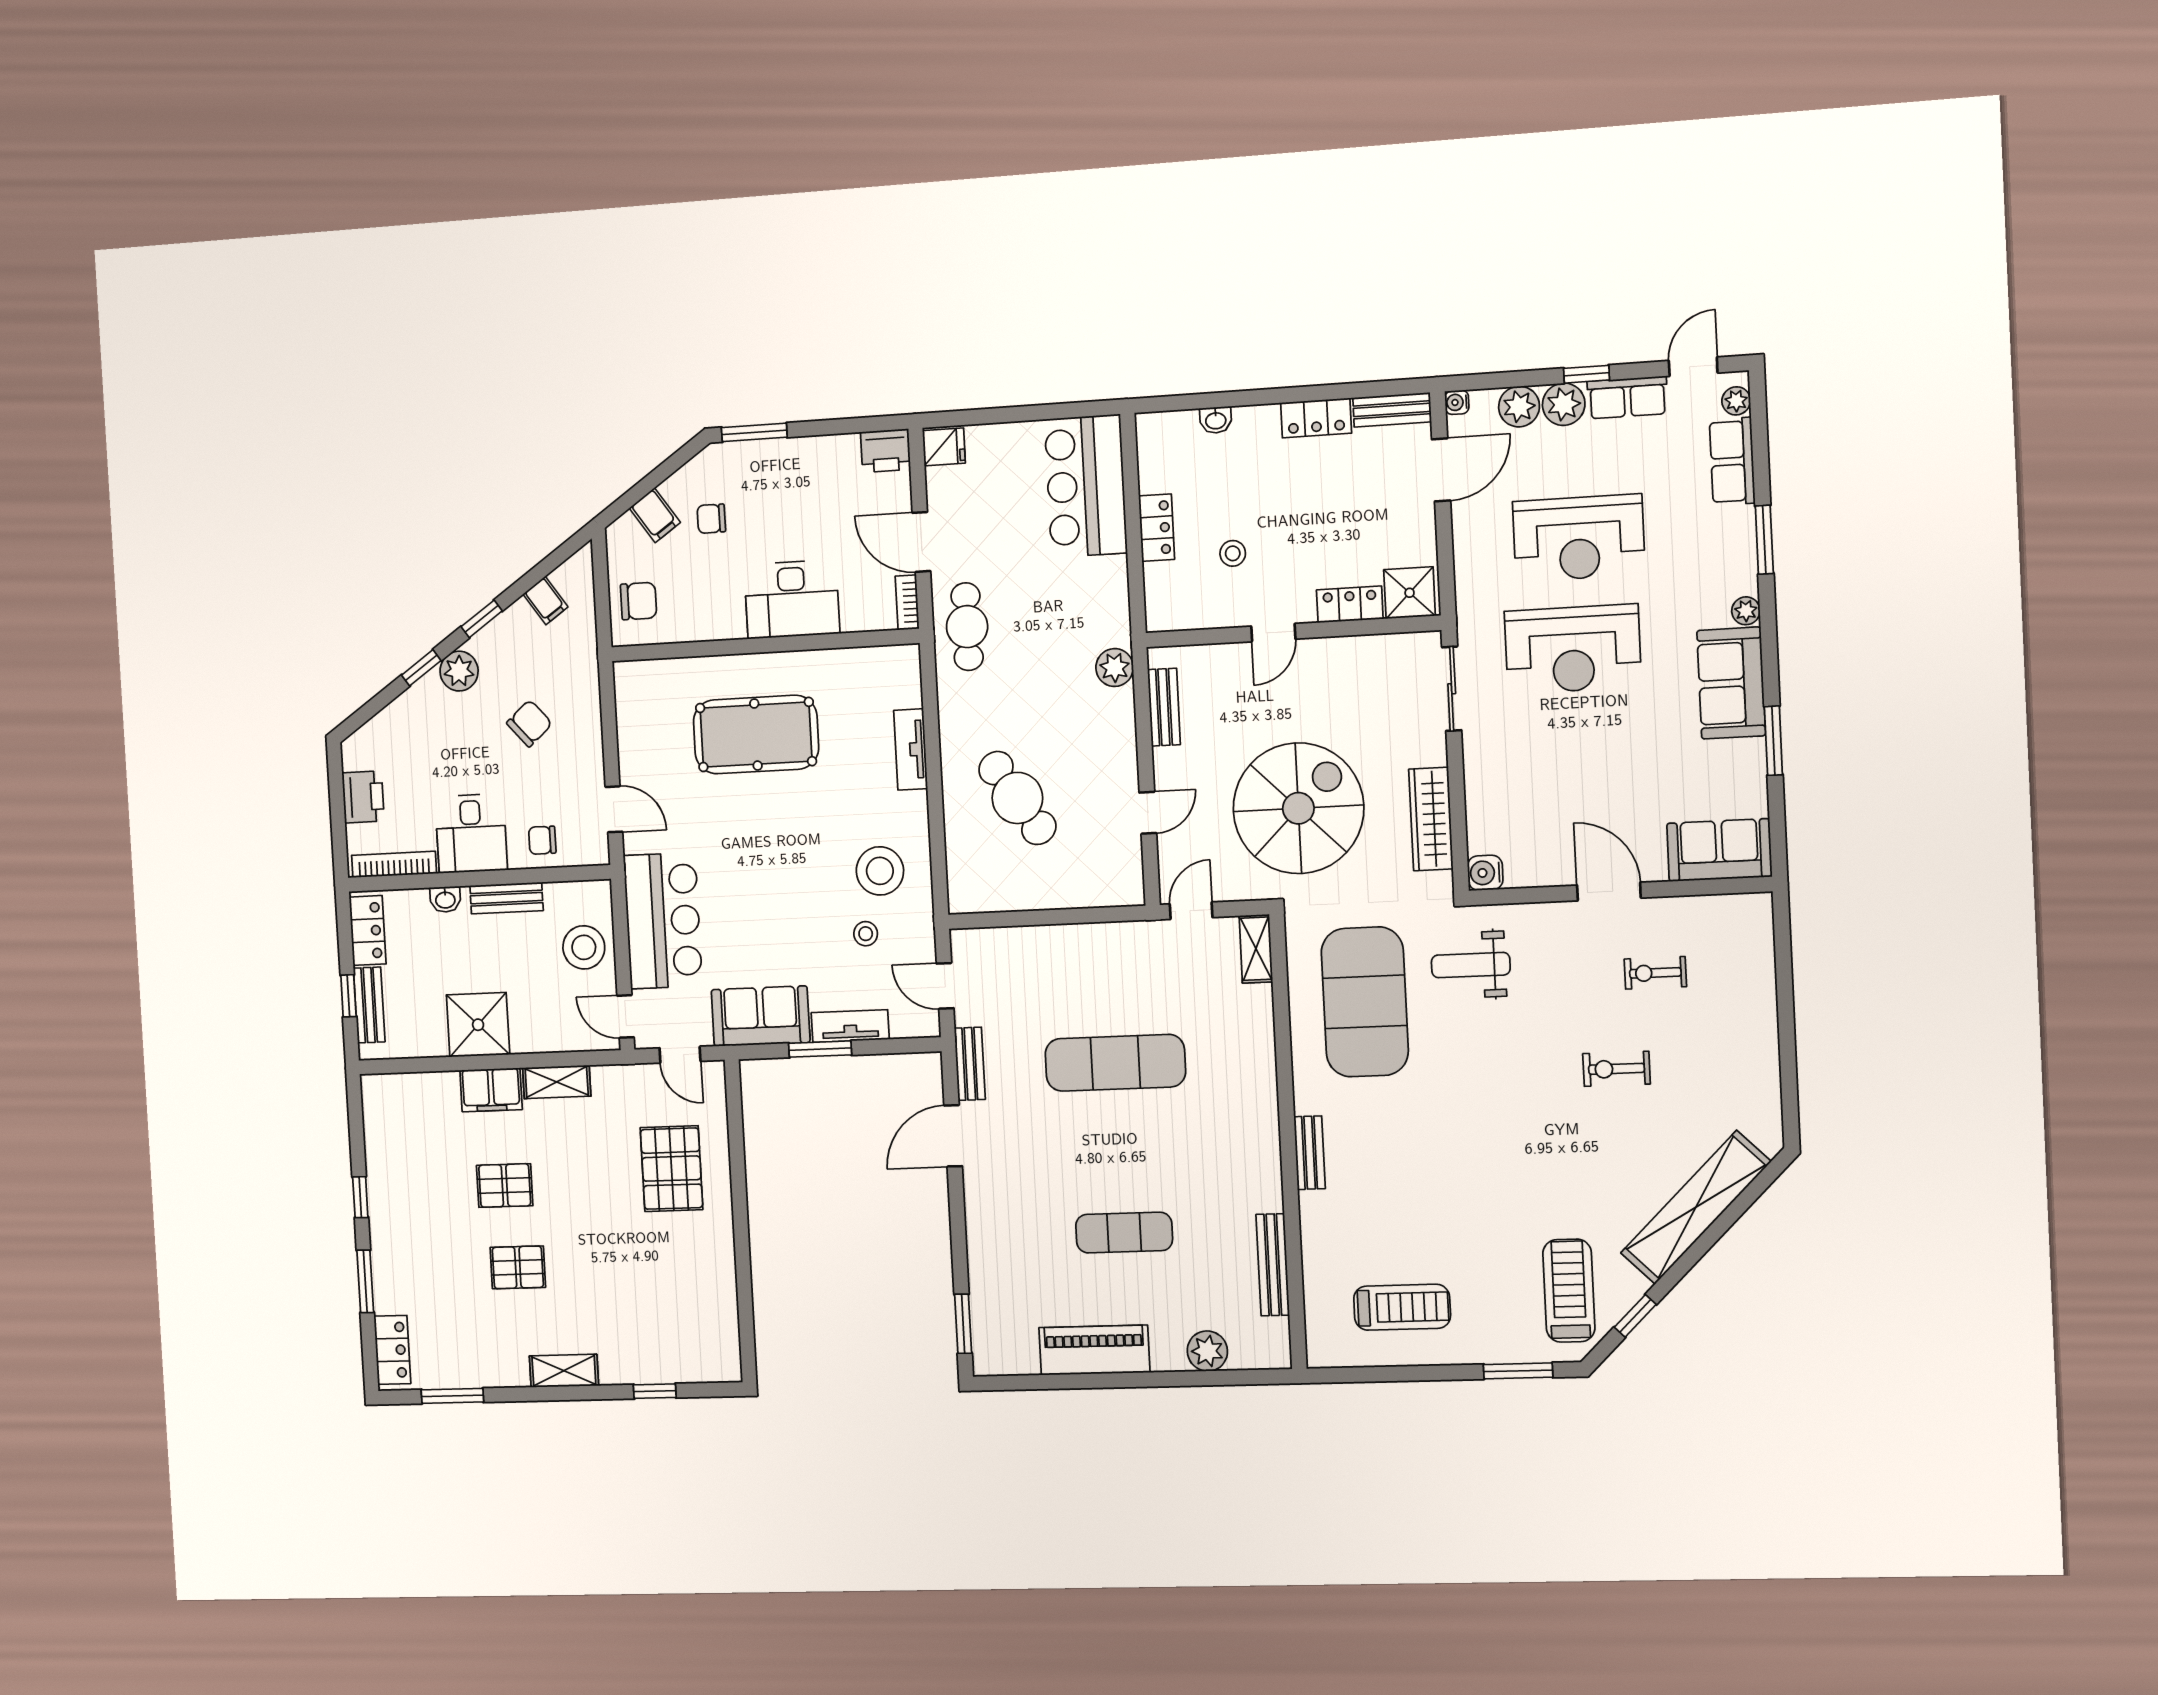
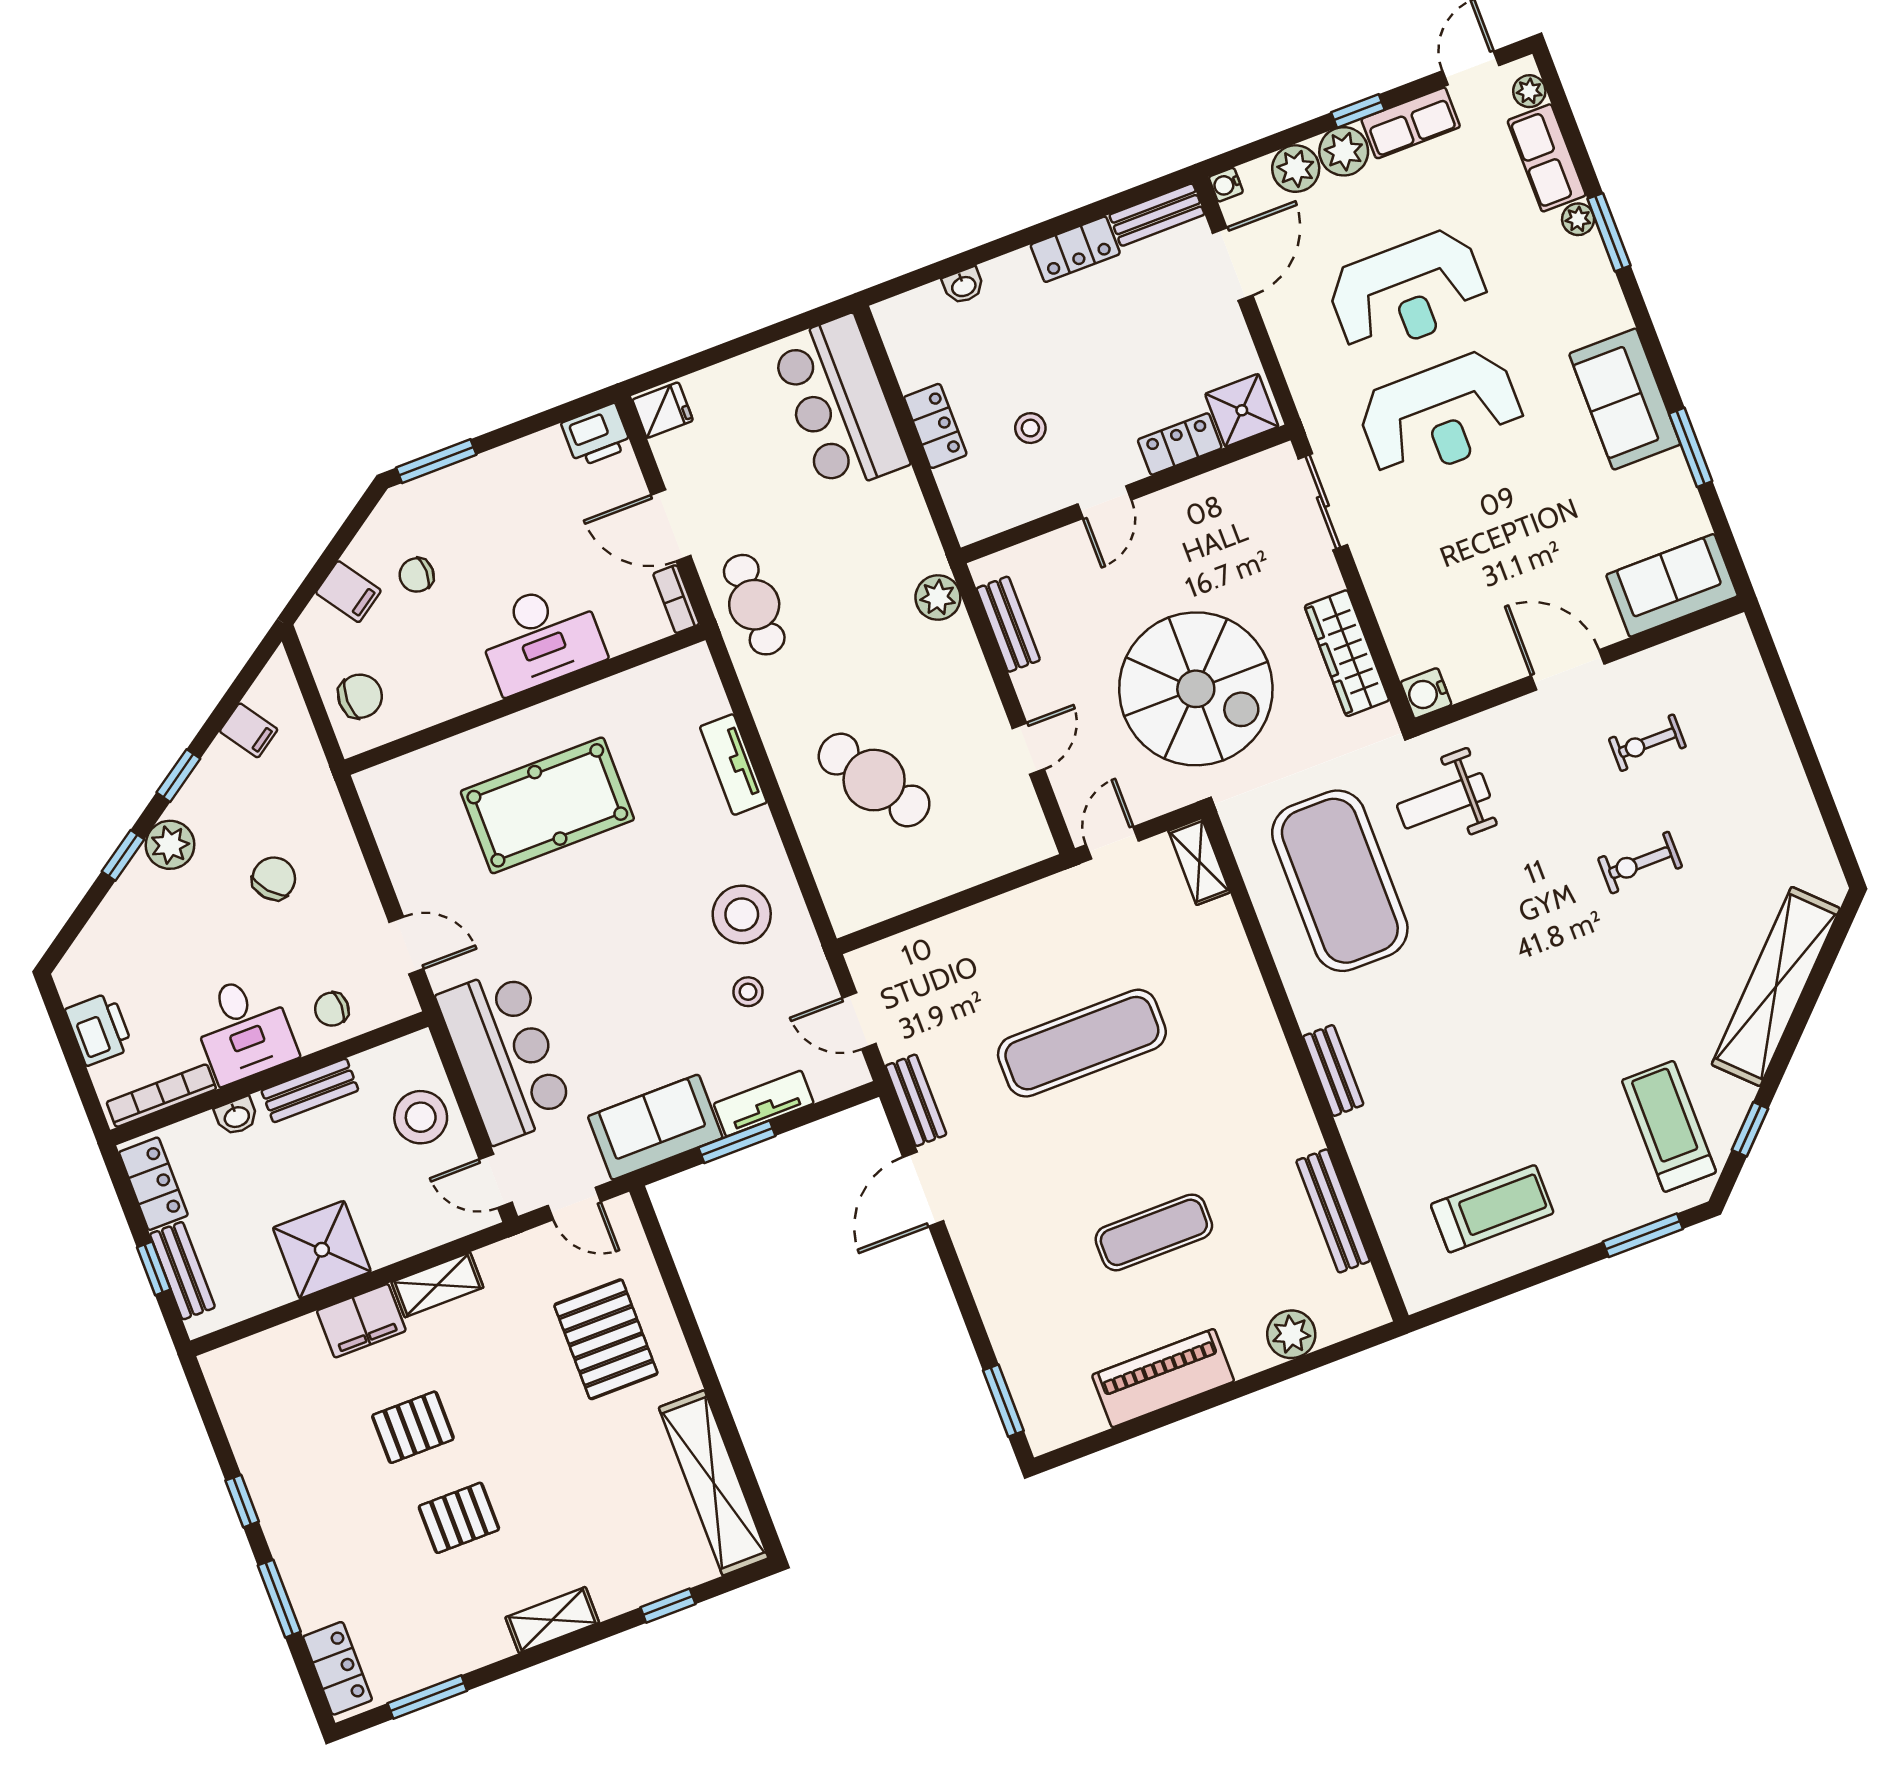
plant: (1746, 611) -> (1578, 219), moved
spiral stairs: (1298, 808) -> (1196, 689), turned 90
shelving: (719, 1309) -> (714, 1483), added

